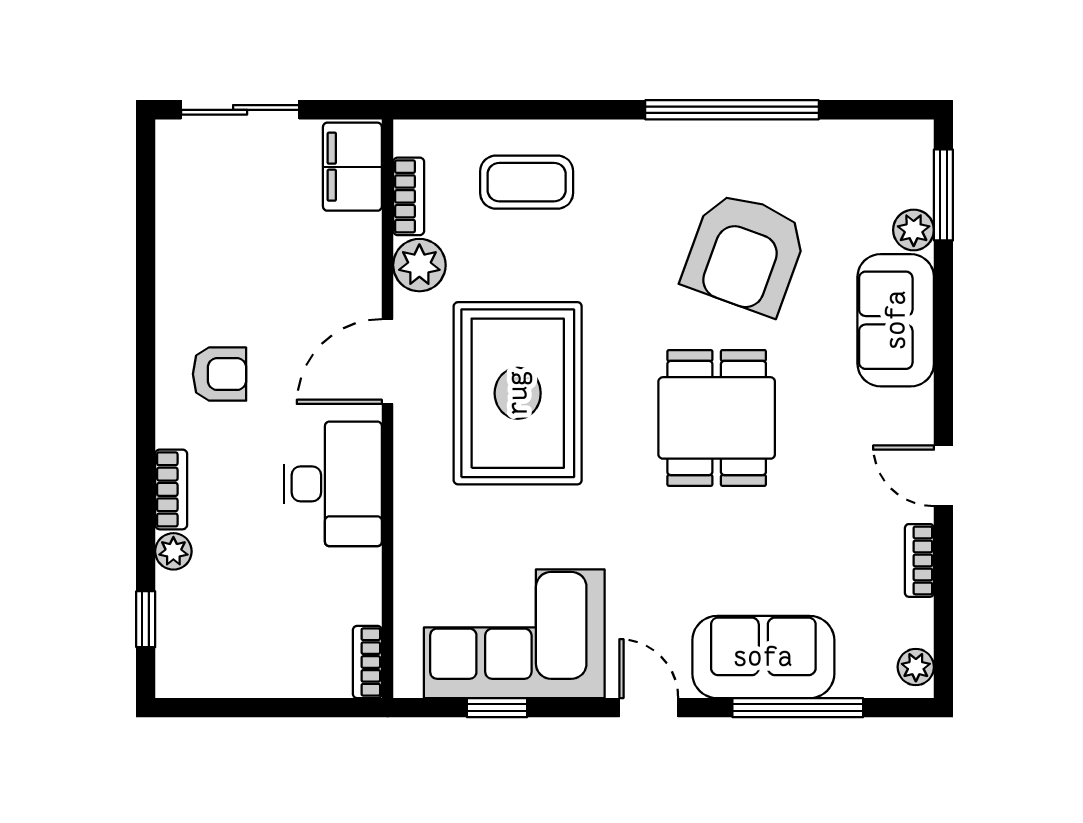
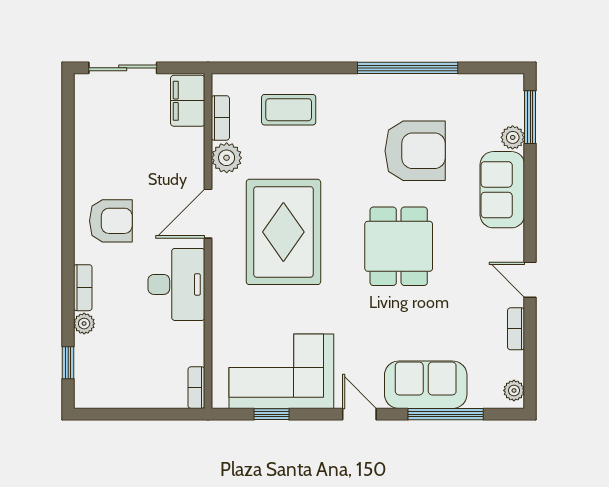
armchair: (745, 253) -> (415, 151), turned -110
armchair: (220, 374) -> (111, 221), width x1.38, depth x1.38

